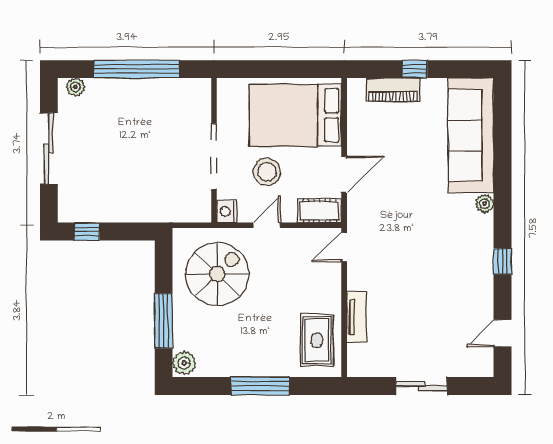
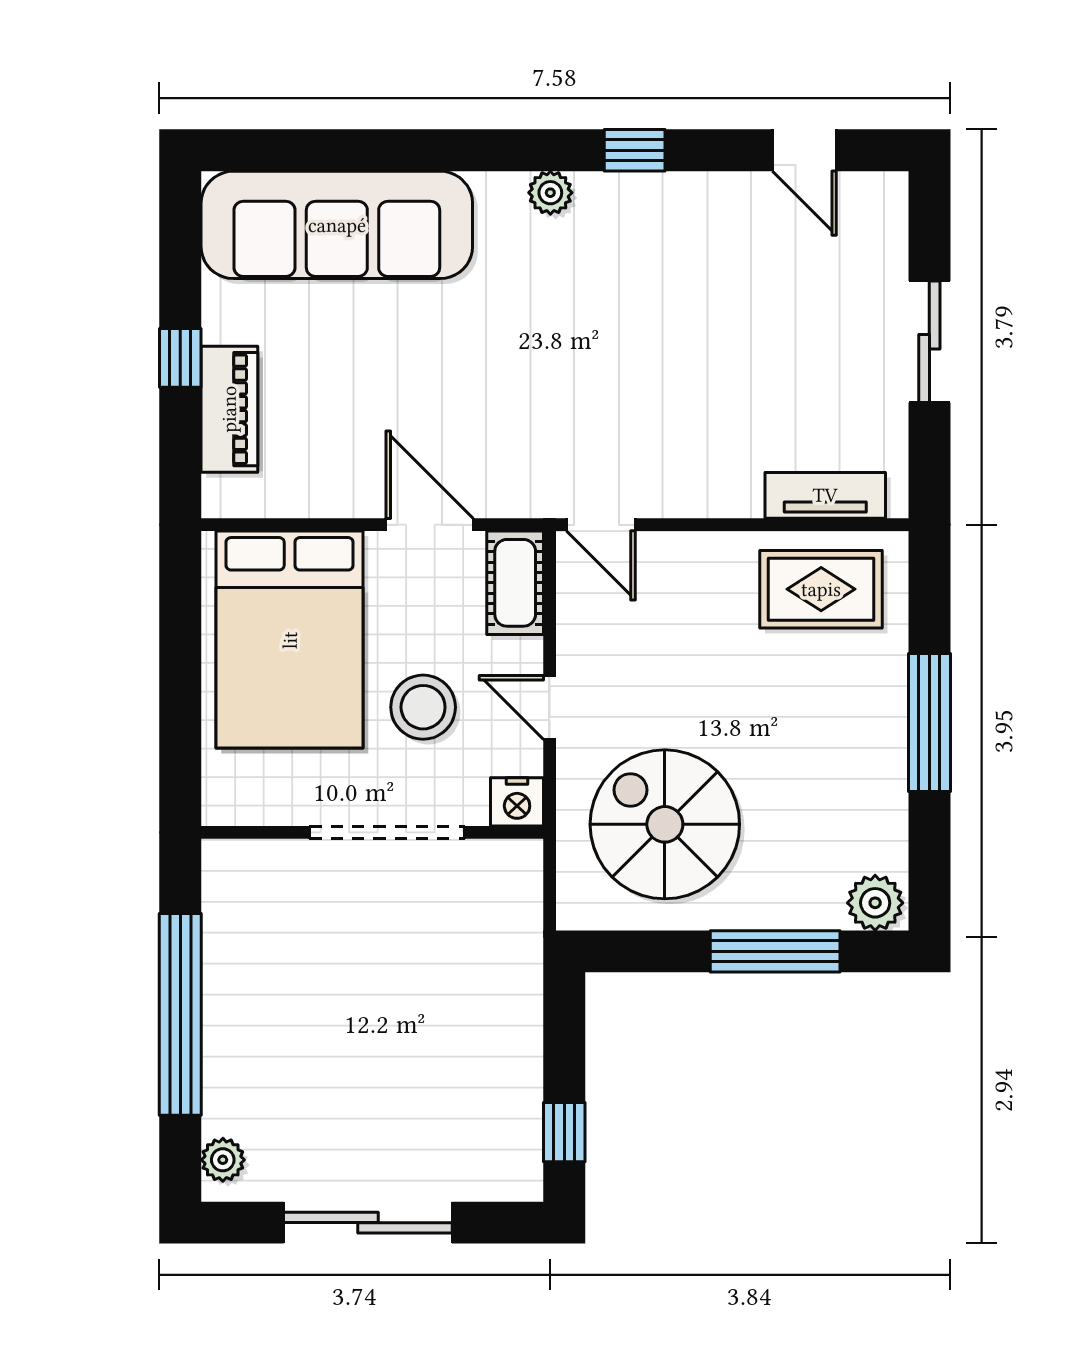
plant: (485, 204) -> (550, 193), moved
tv unit: (356, 317) -> (825, 495), moved

